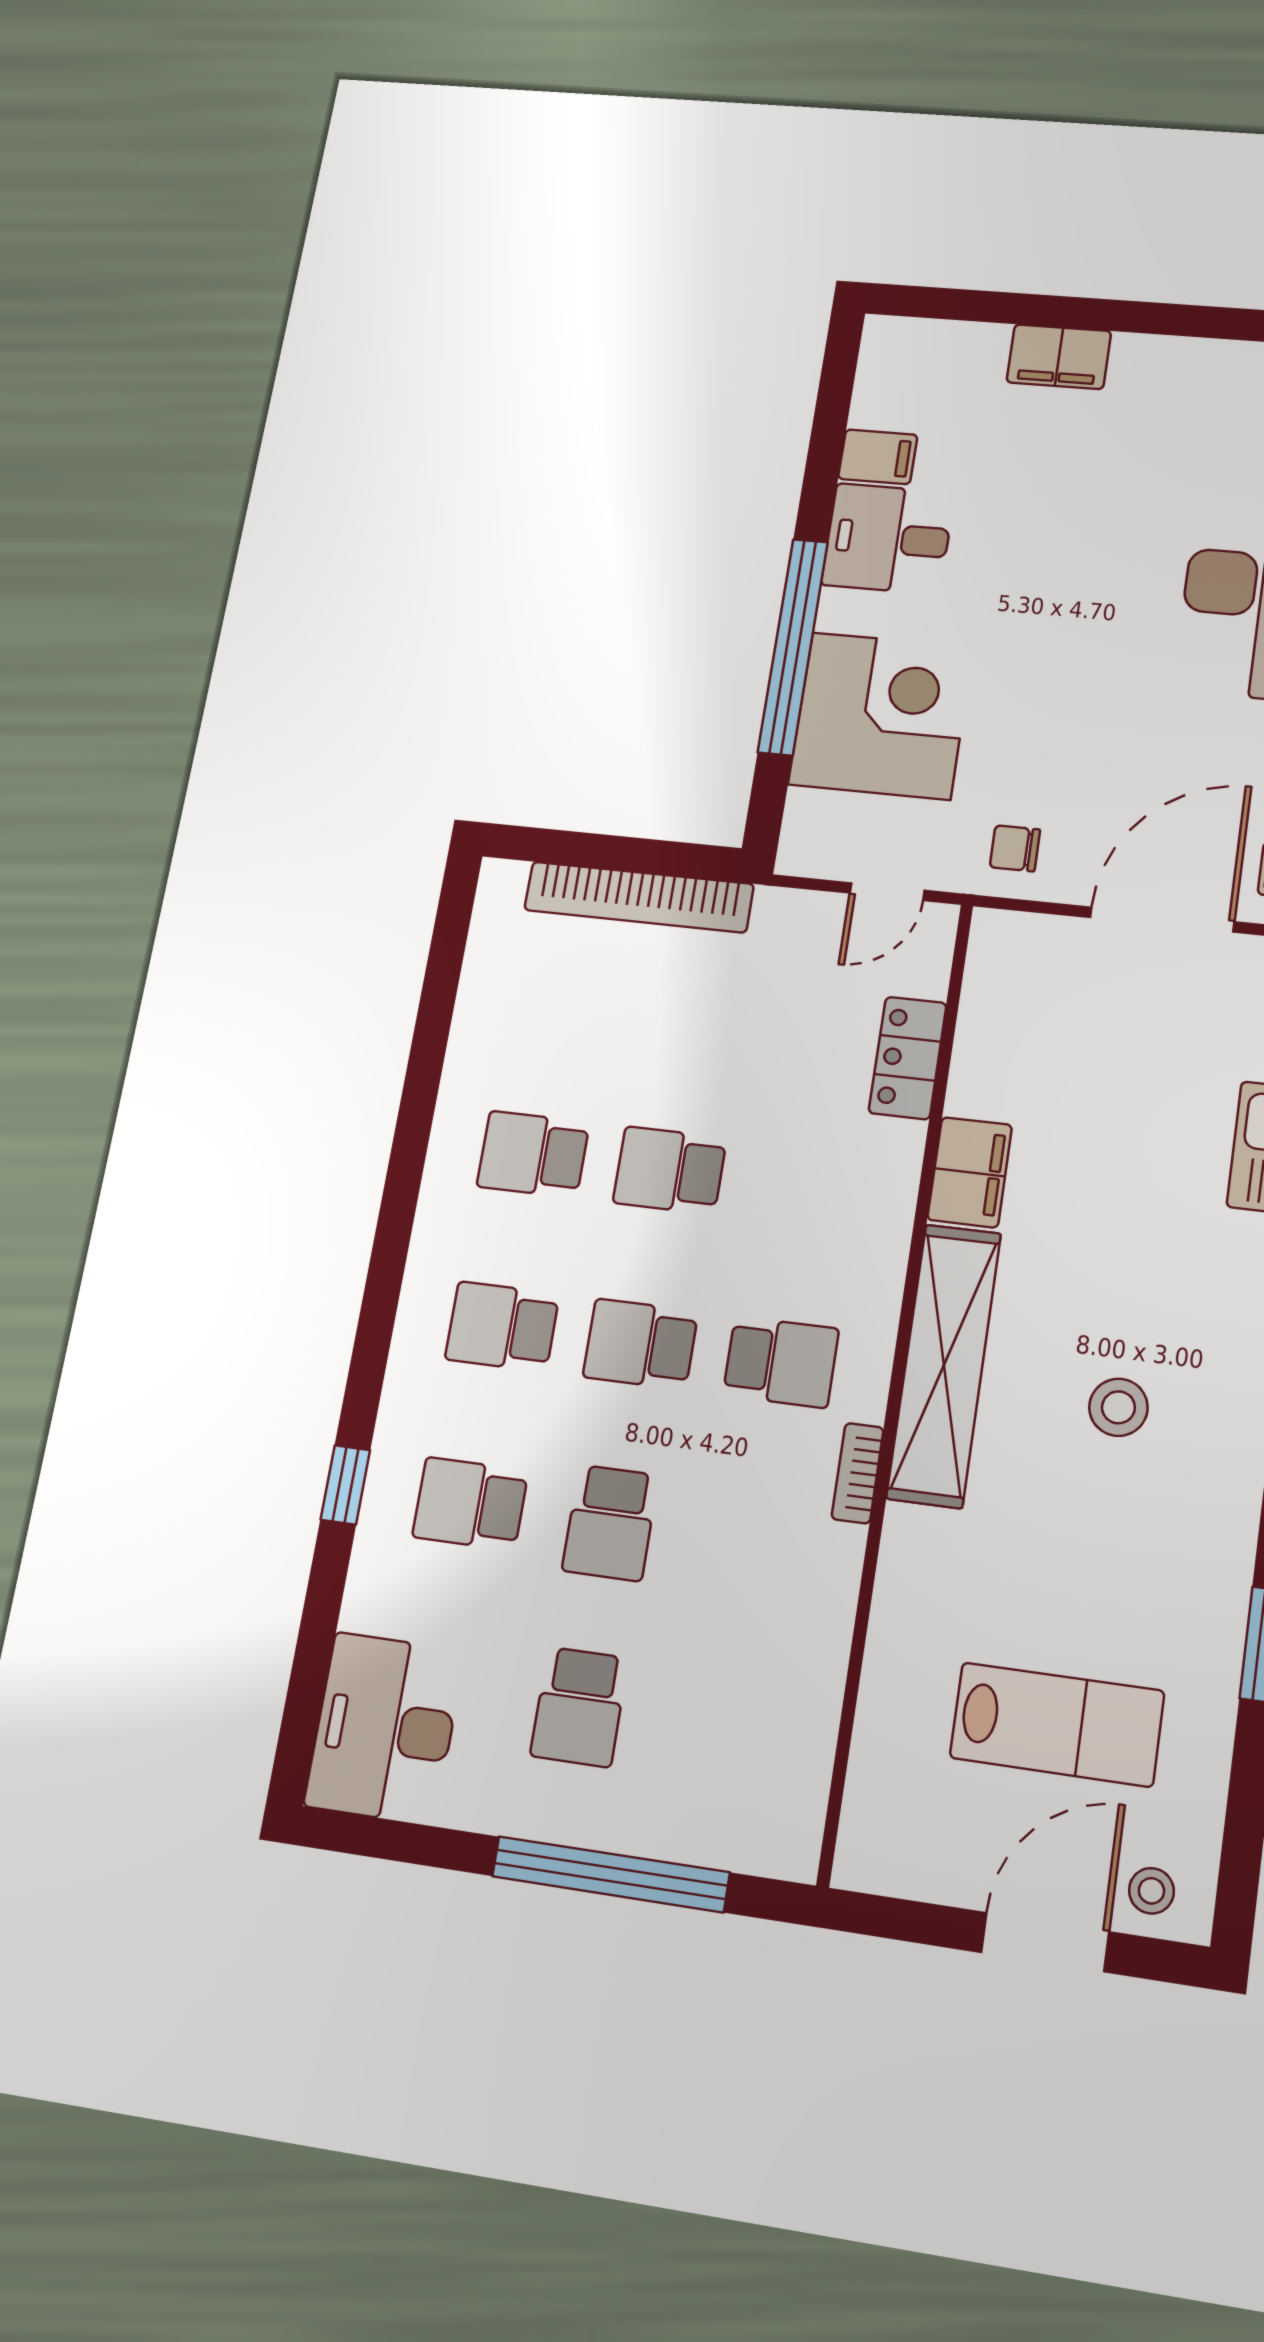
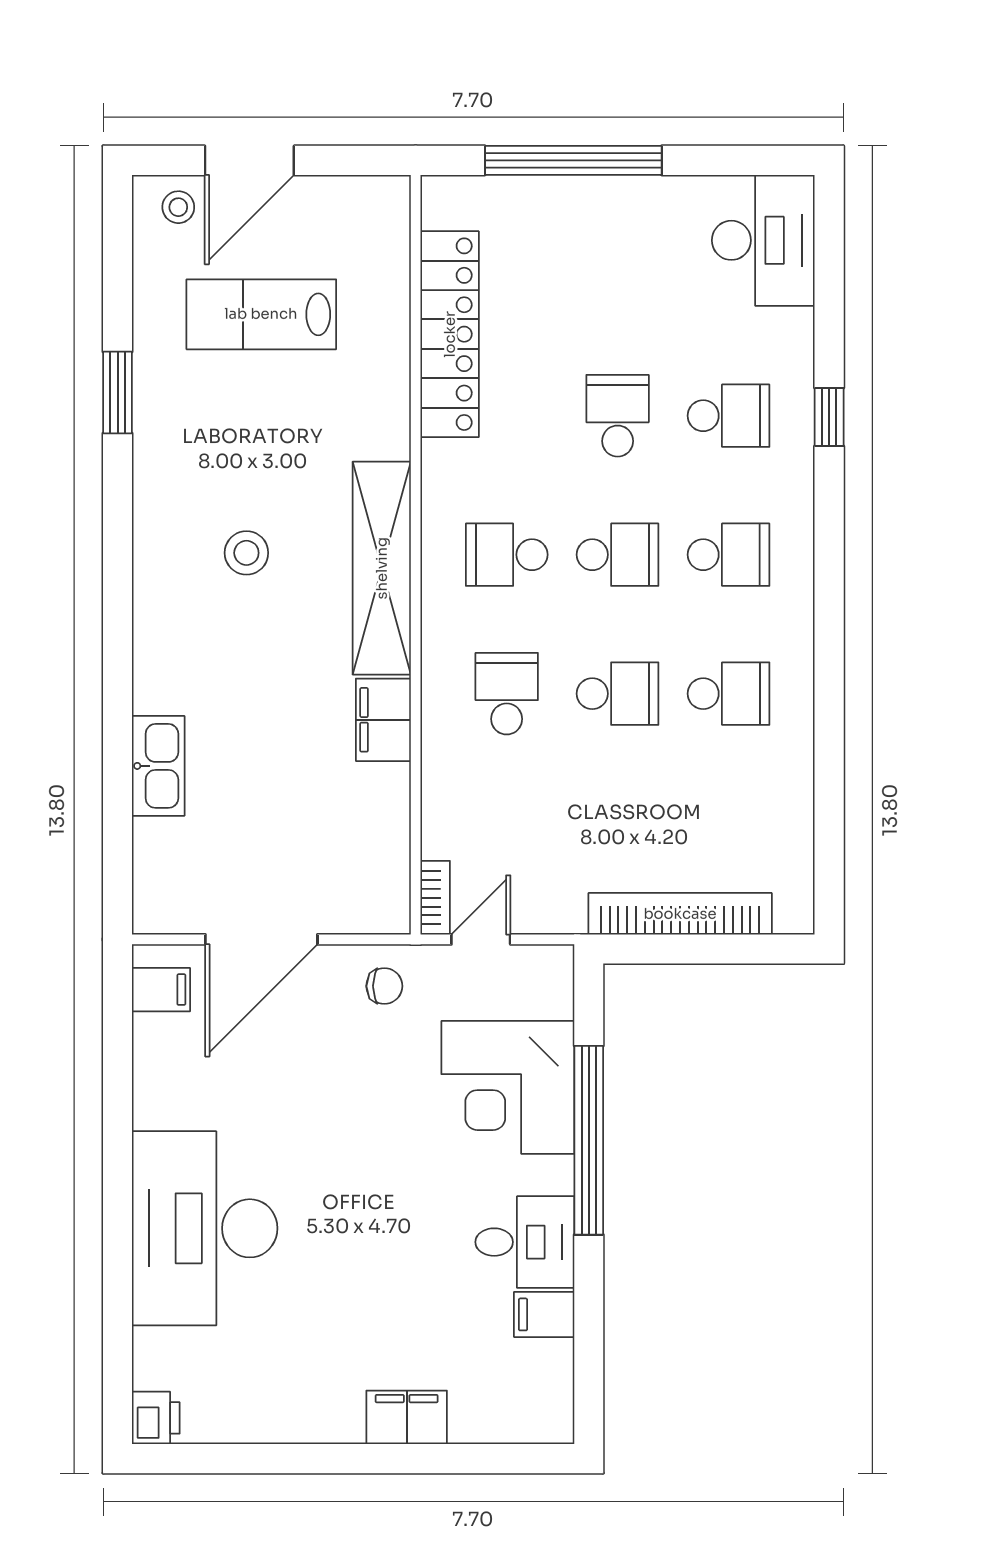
locker: (908, 1058) -> (450, 334), moved, width x2.16, depth x1.21
bookcase: (858, 1473) -> (435, 898), moved
school desk: (579, 1707) -> (507, 694), moved

